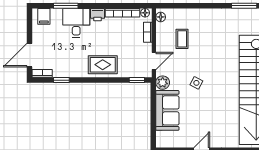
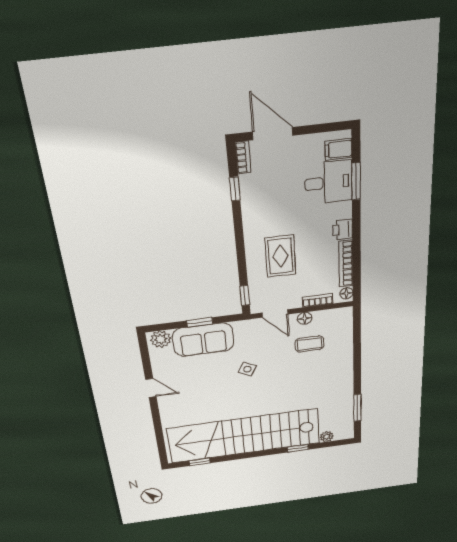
floor lamp: (161, 17) -> (305, 318), moved
desk: (76, 23) -> (328, 182), moved
rug: (103, 65) -> (280, 256), moved
plant: (163, 83) -> (161, 339), moved
window: (153, 111) -> (200, 322), added

